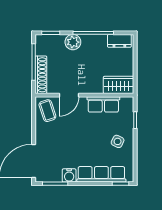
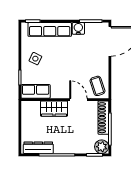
dresser: (119, 41) -> (38, 148), width x1.44
plant: (73, 42) -> (102, 147), moved
wardrobe: (119, 85) -> (54, 109), moved
door: (69, 95) -> (78, 100), hinge flipped
row of seats: (103, 104) -> (36, 91), moved

